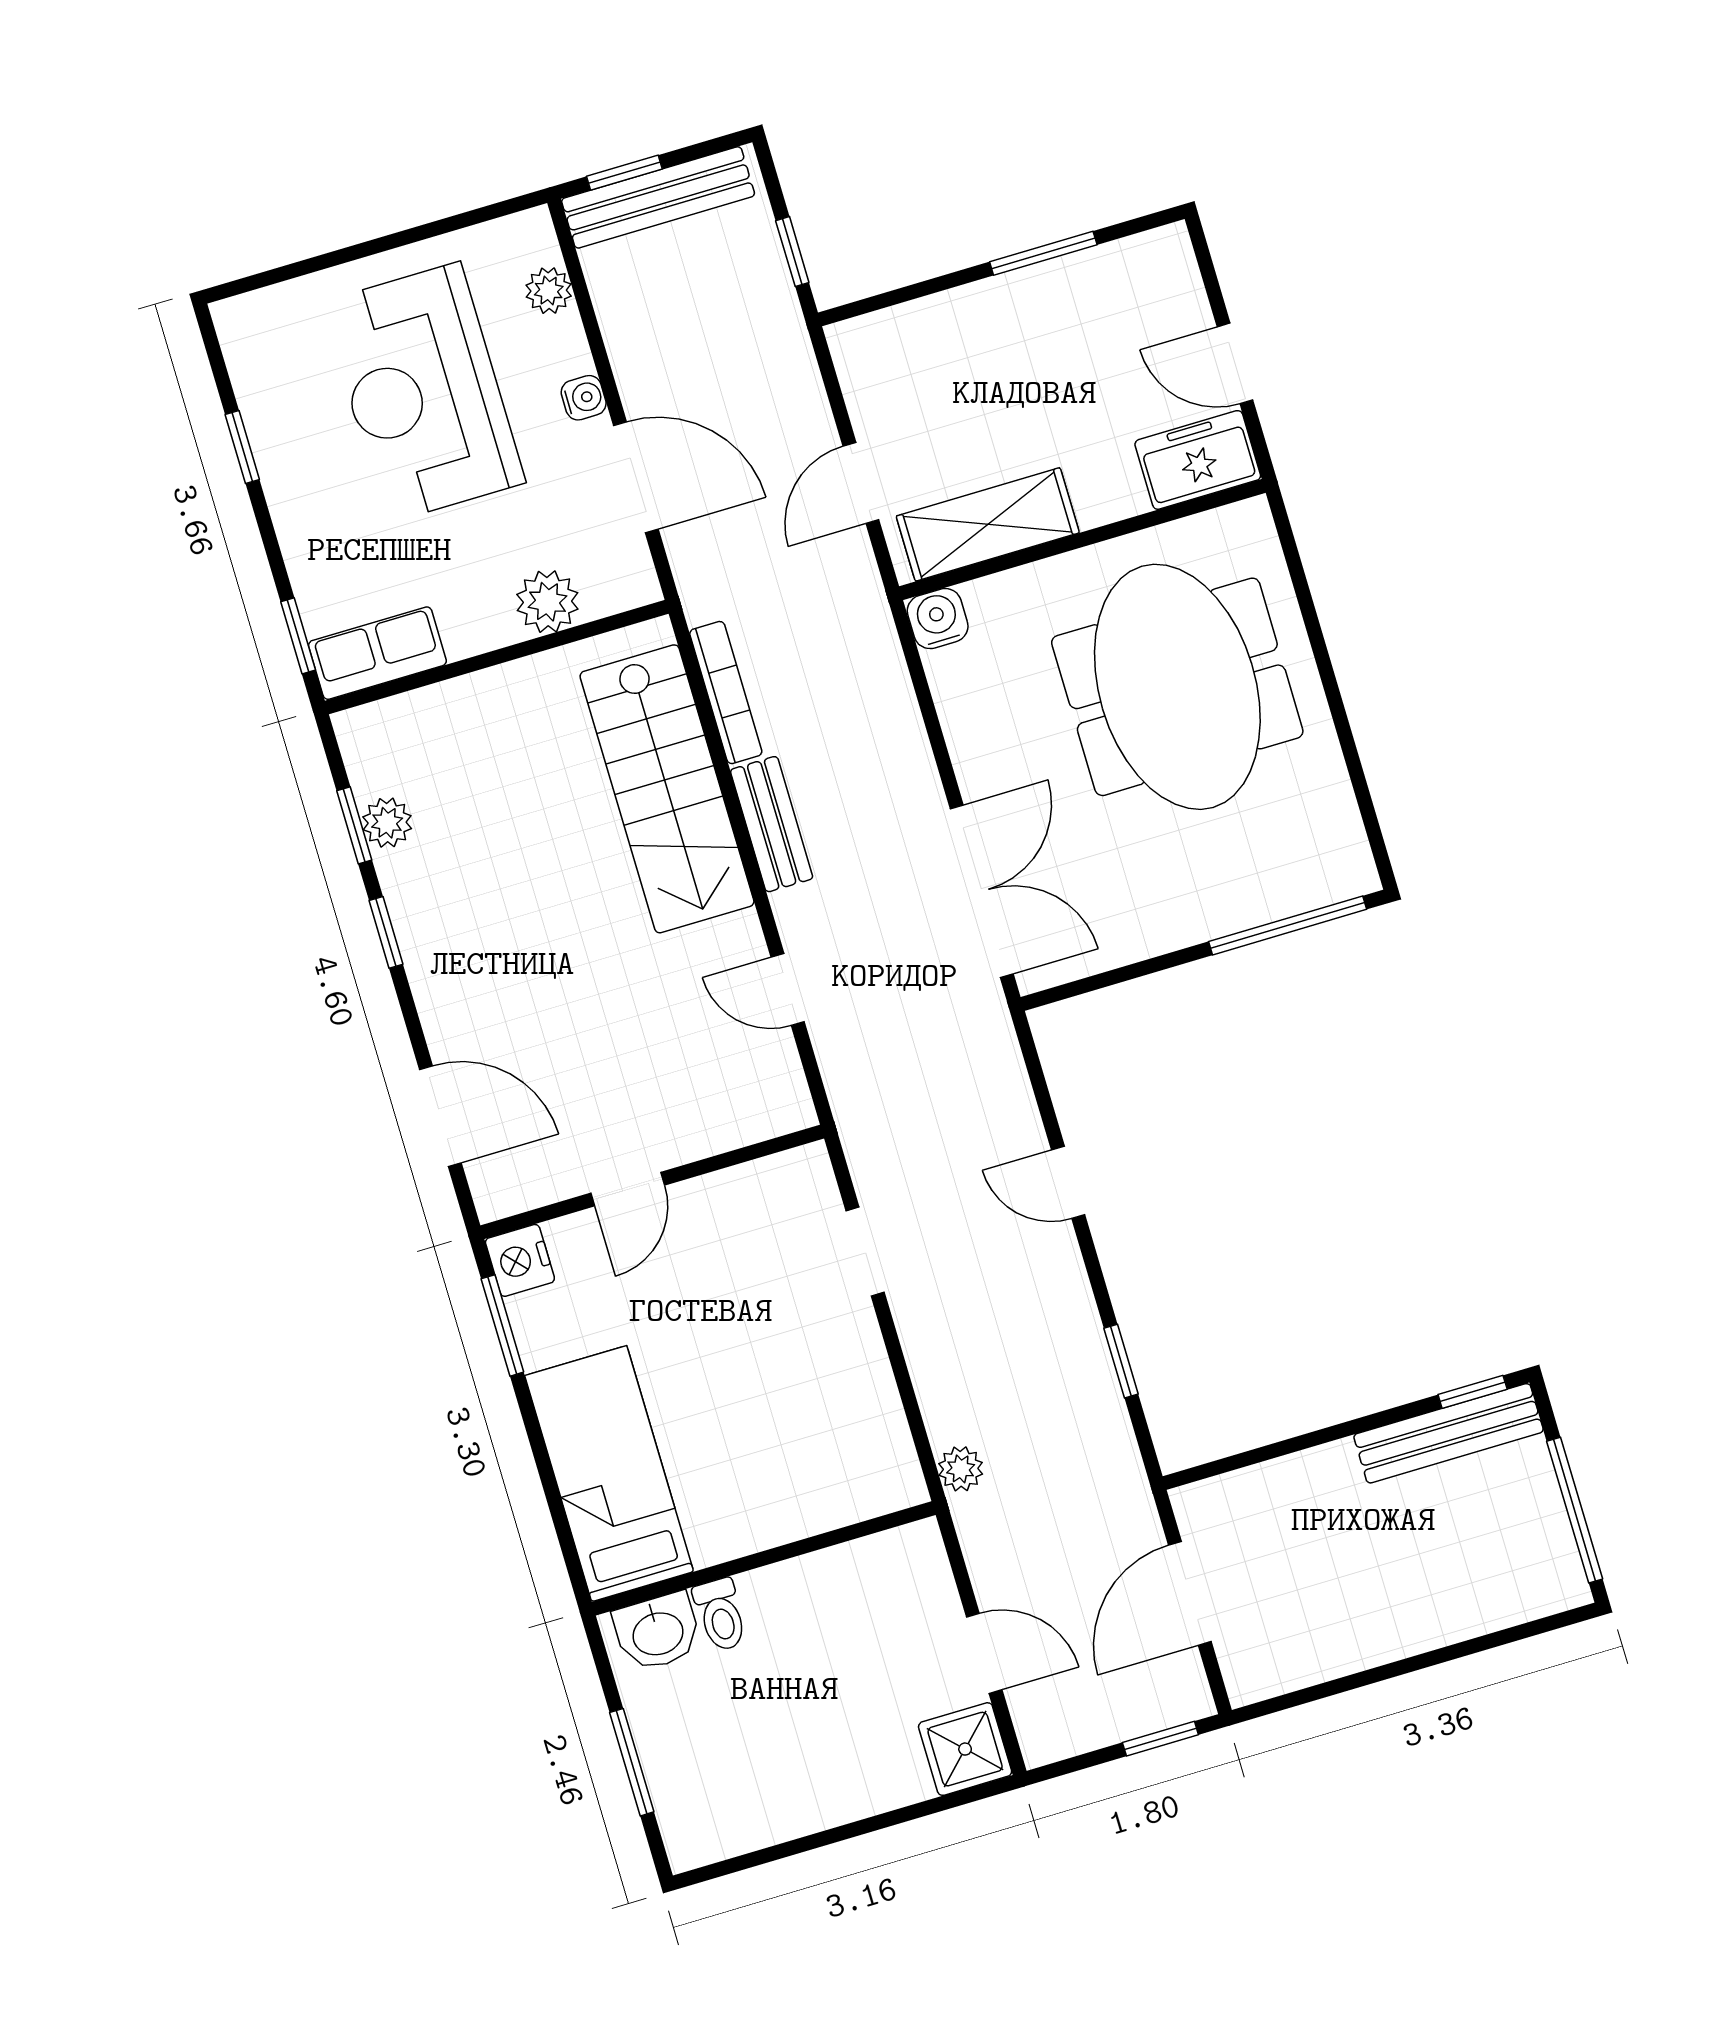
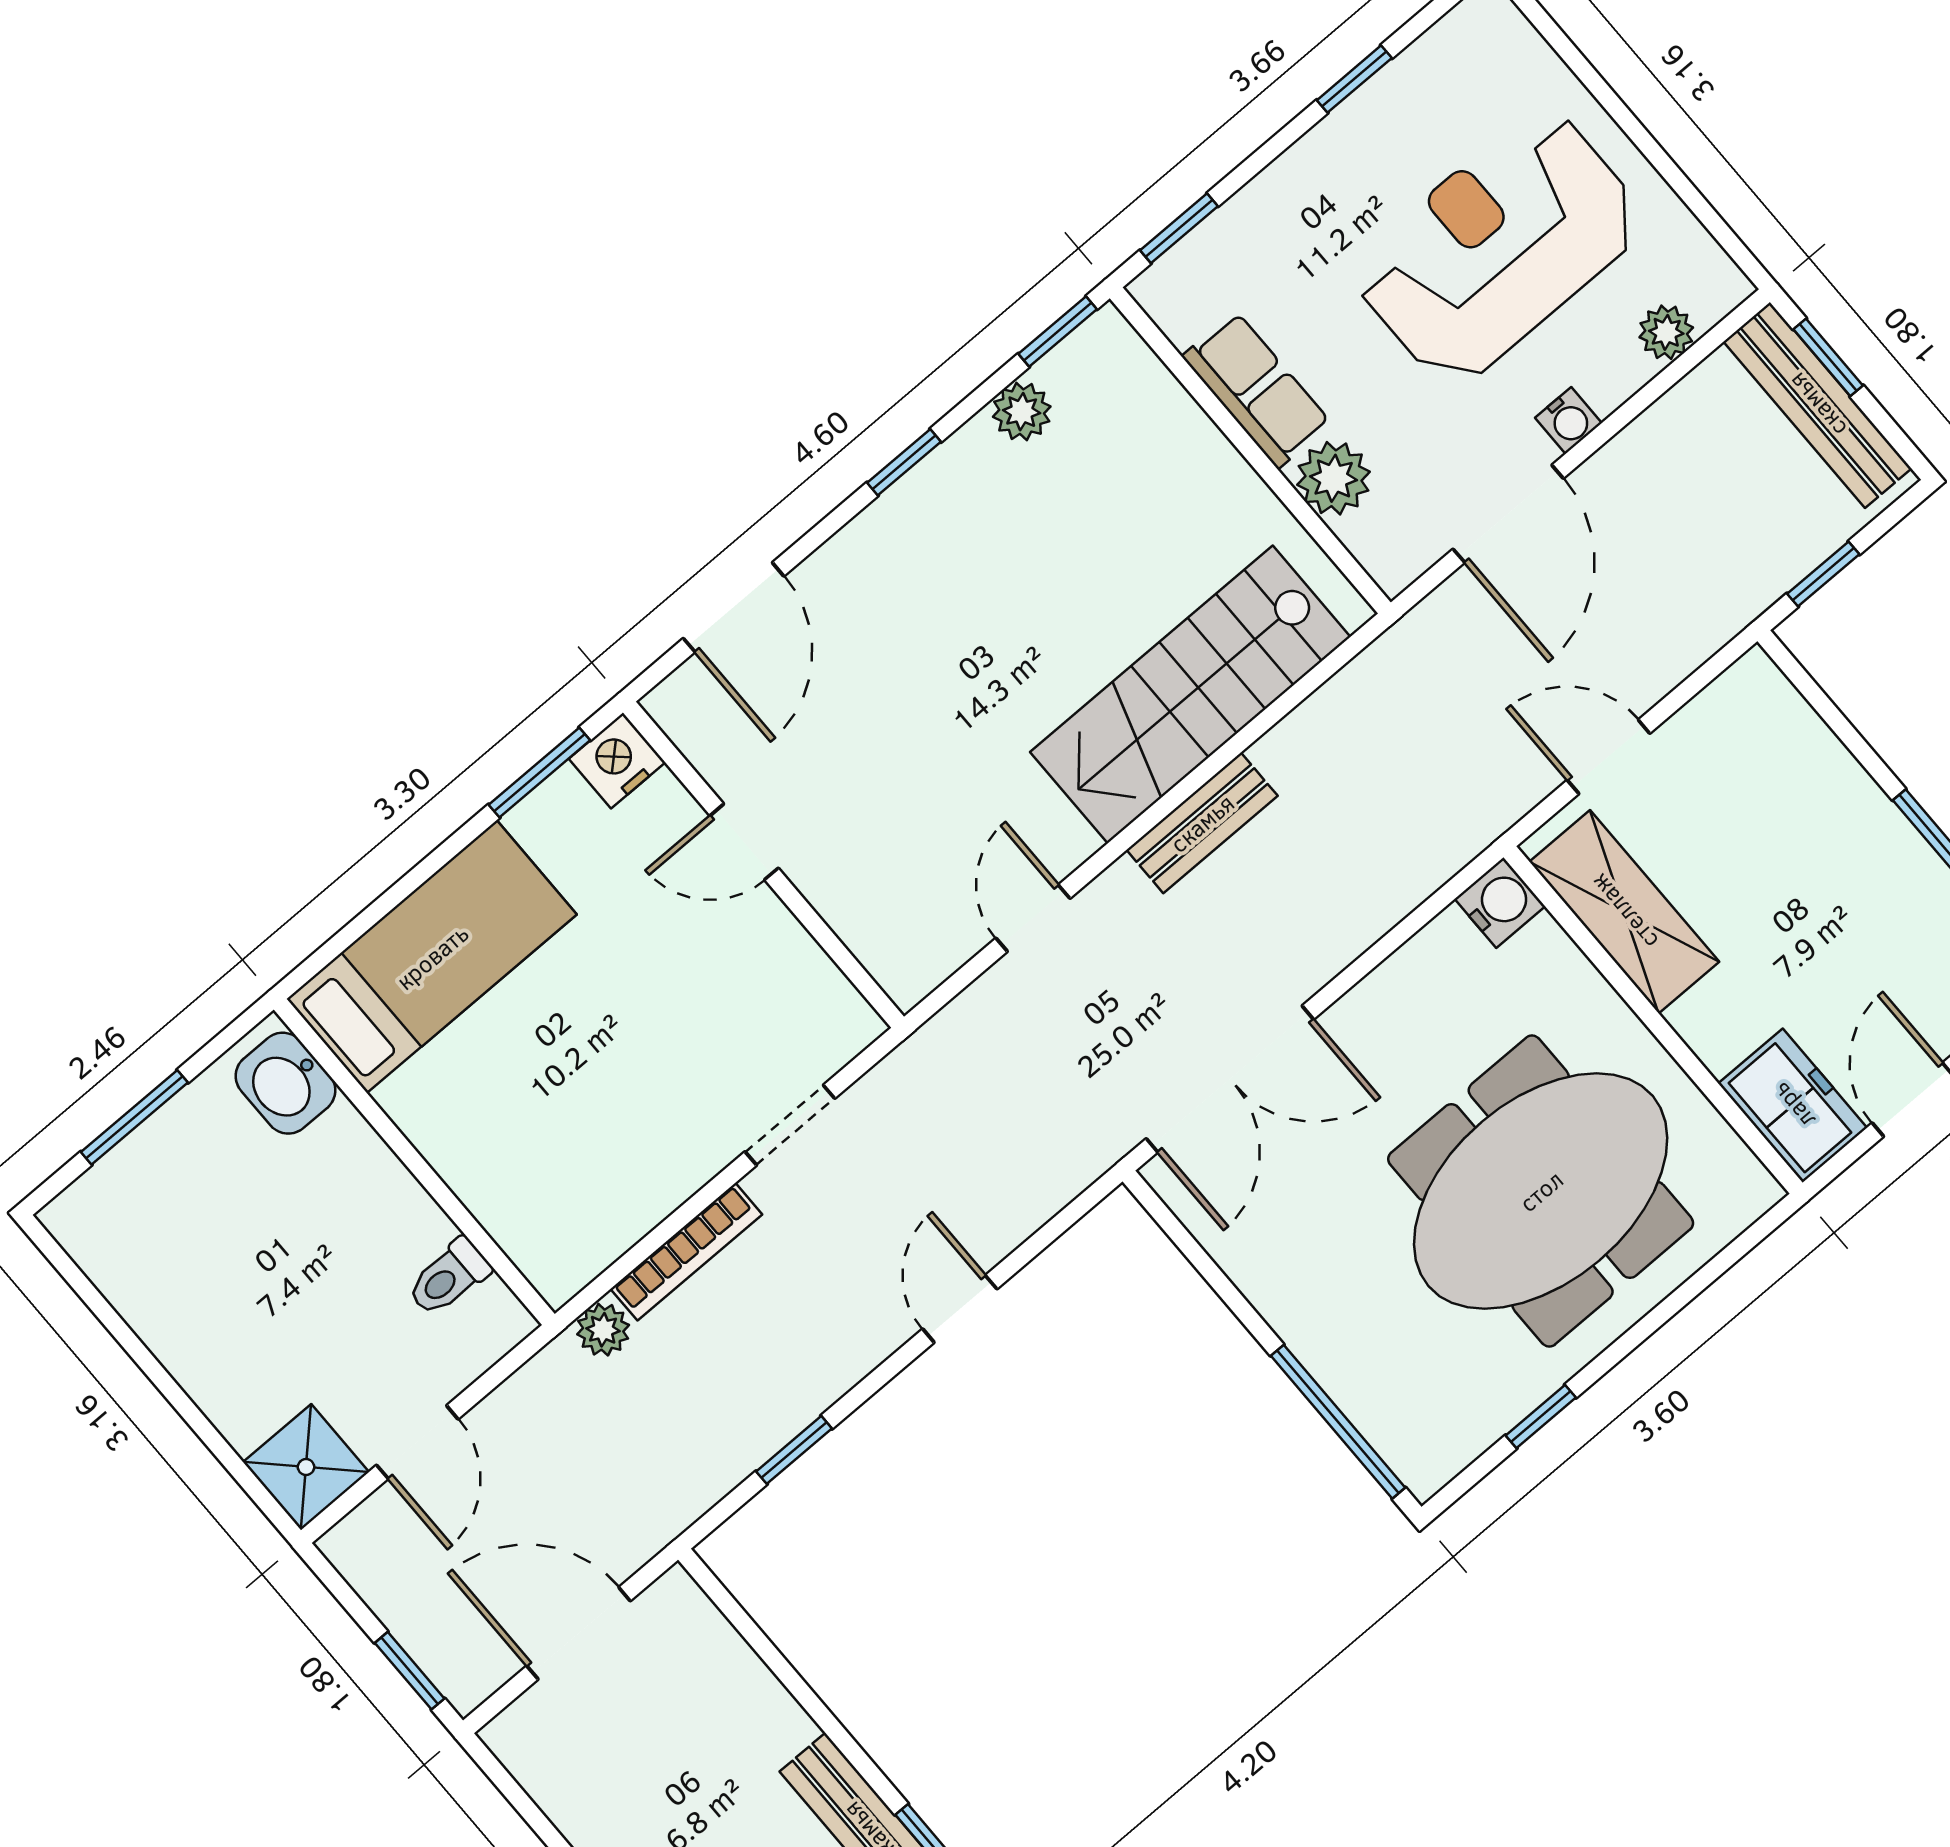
row of seats: (377, 653) -> (1257, 390), moved
bookcase: (726, 693) -> (686, 1252), moved
window: (1354, 765) -> (1541, 1417), added
window: (354, 825) -> (1058, 332), moved
toilet: (720, 1615) -> (449, 1277), moved

